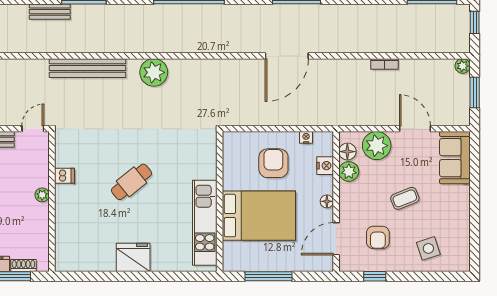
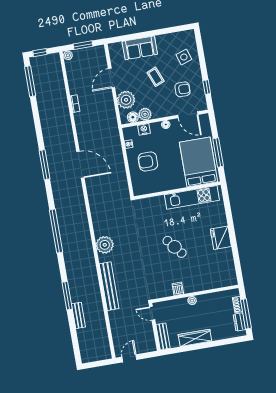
sofa: (455, 158) -> (140, 48), moved
bed: (259, 216) -> (198, 162), moved

